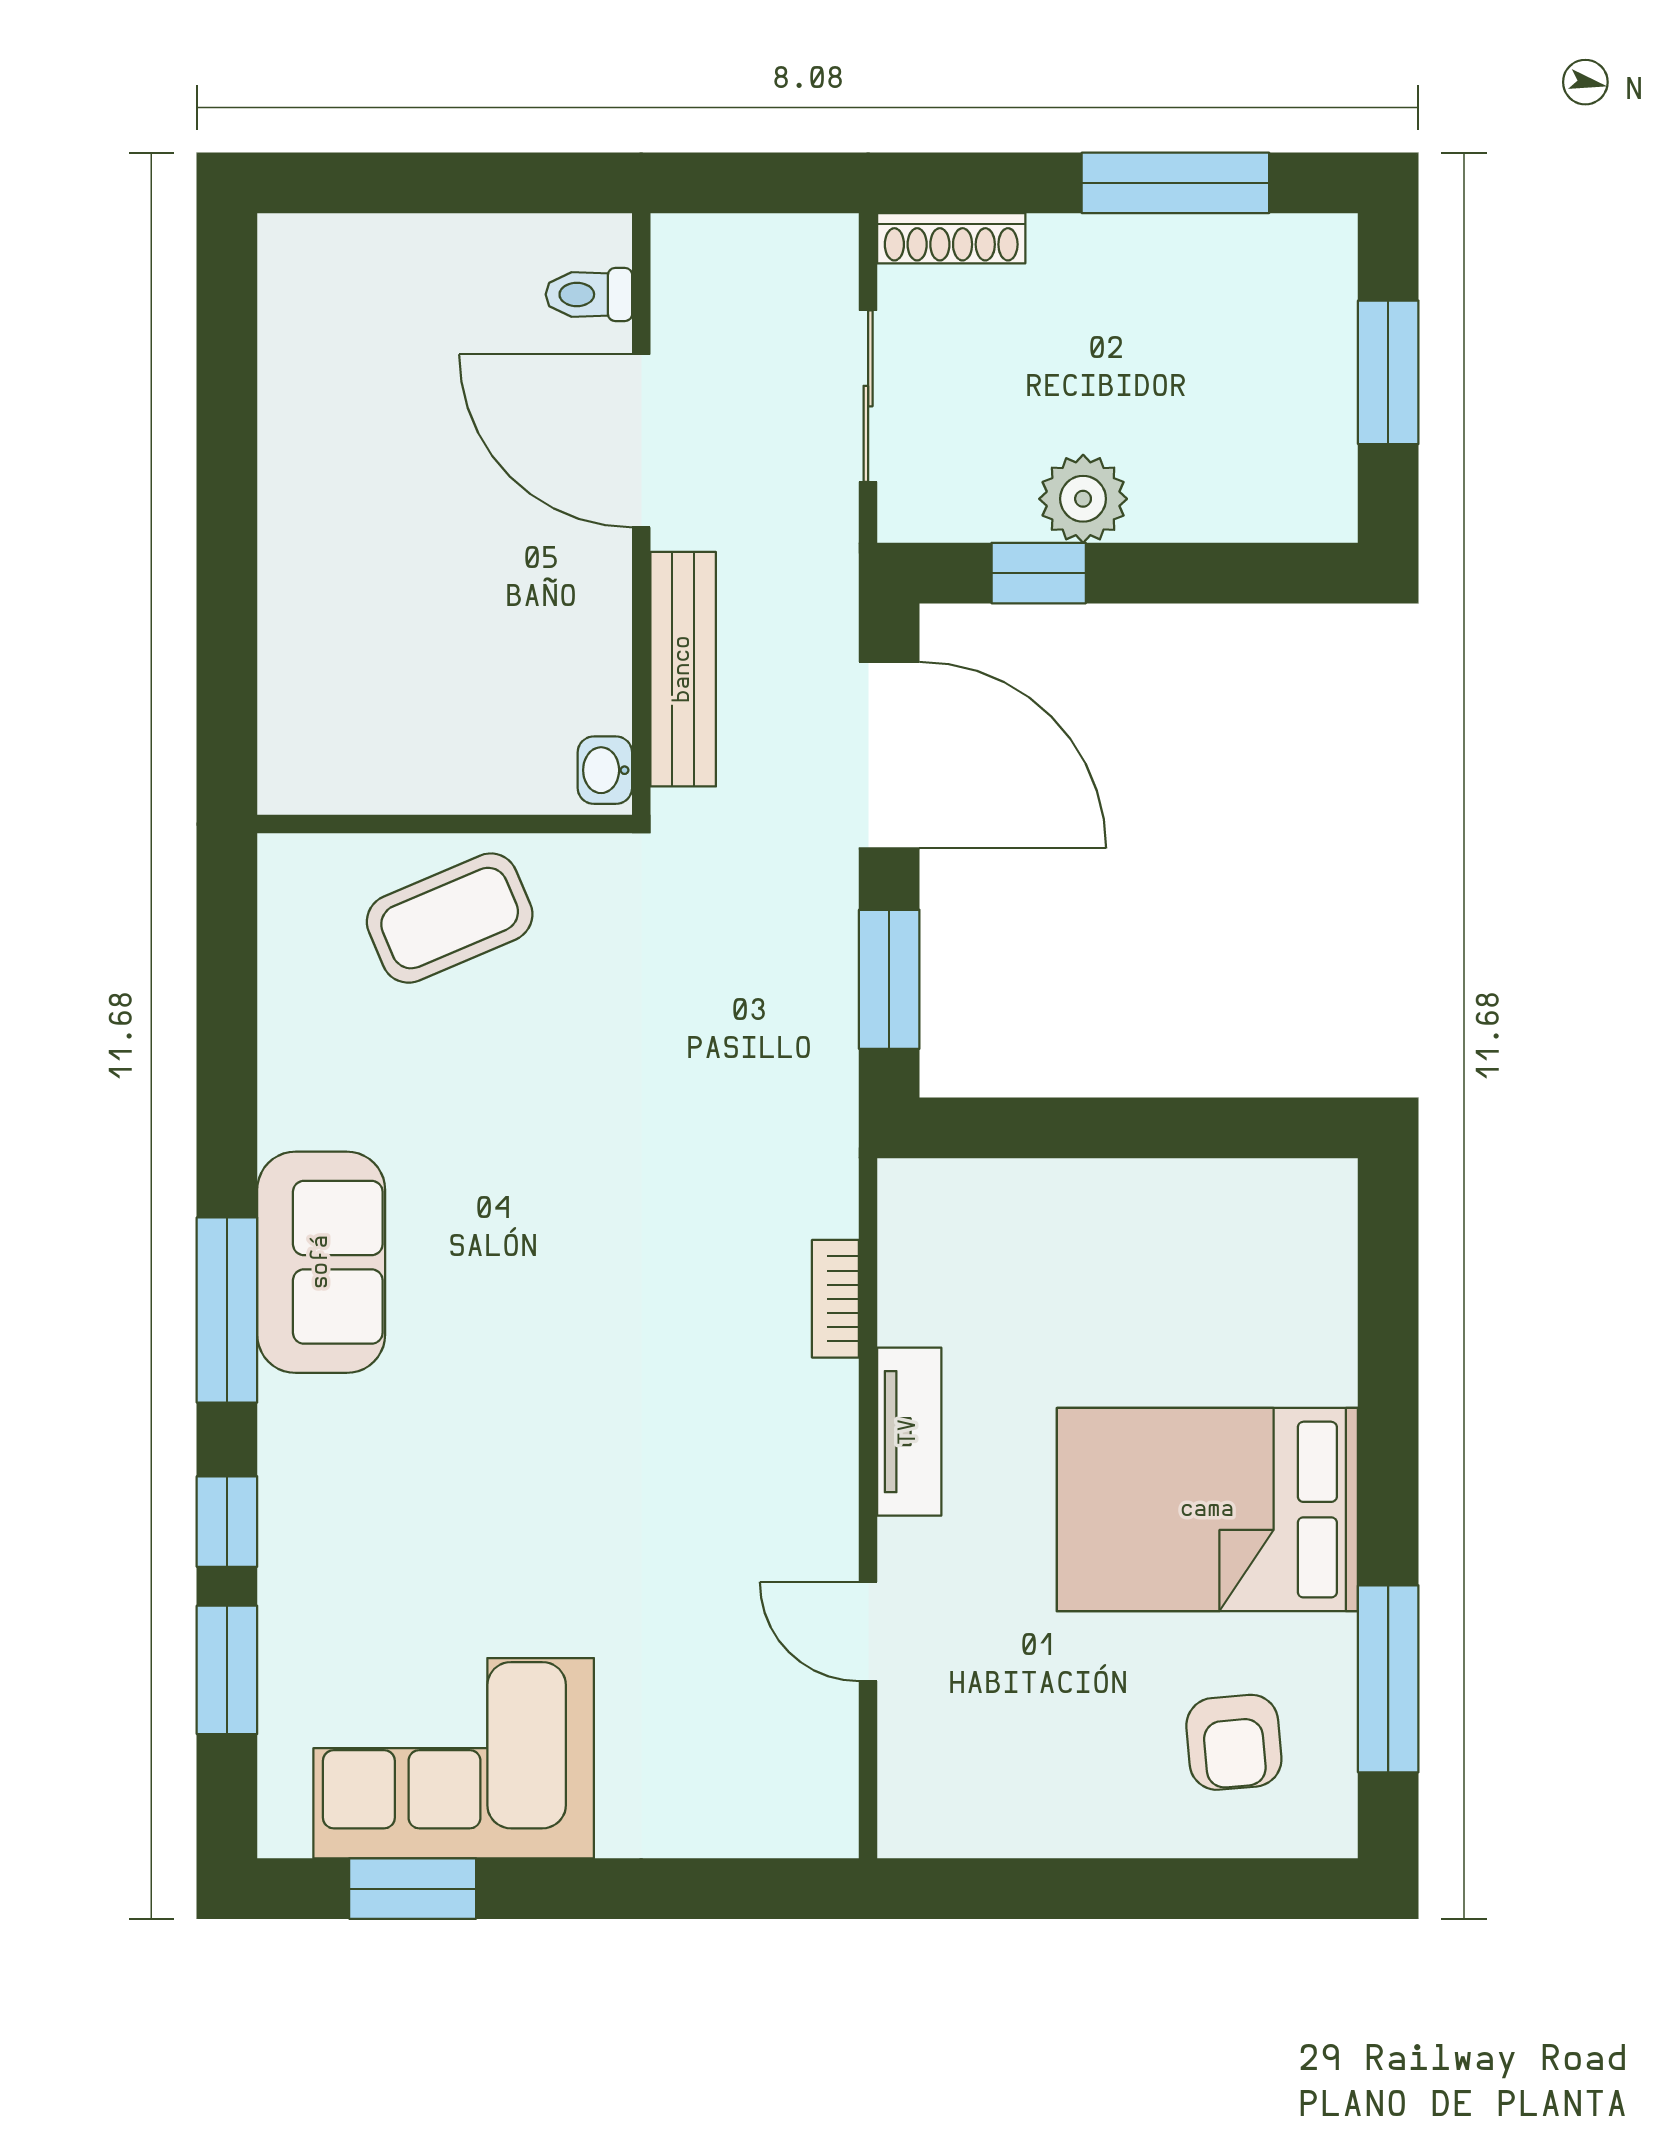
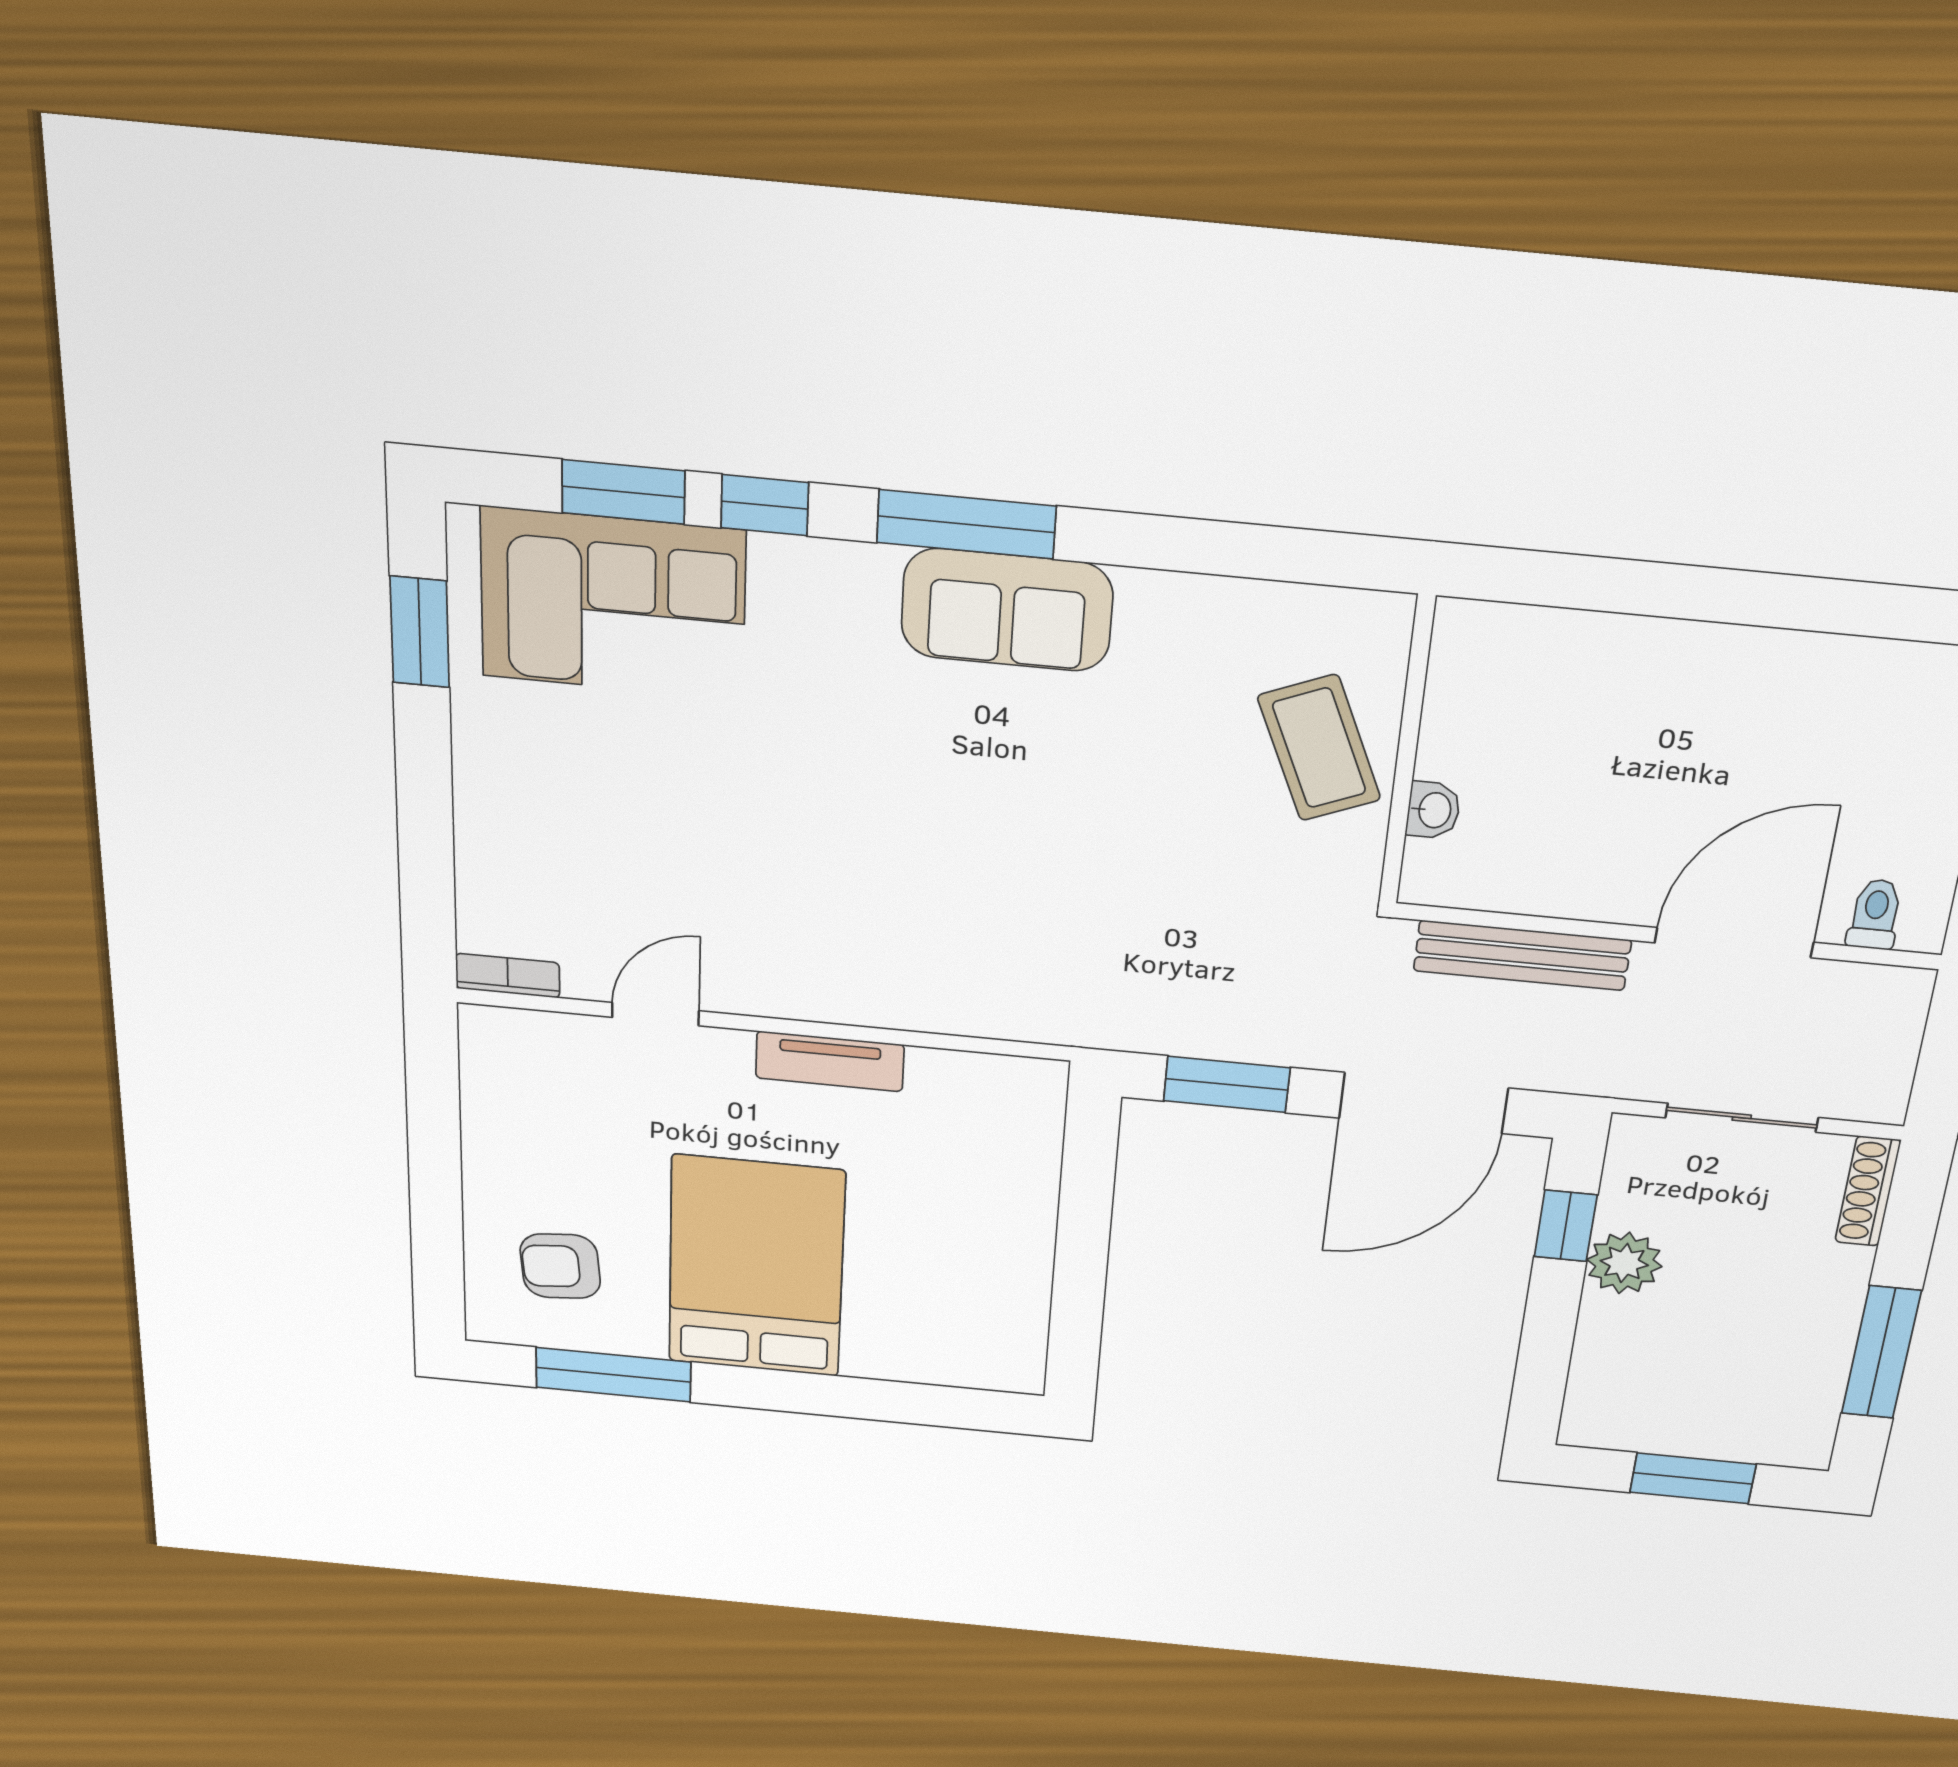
washbasin: (605, 770) -> (1433, 810), moved, turned 90
bookcase: (835, 1299) -> (508, 976), moved
corner sofa: (454, 1758) -> (613, 604), moved, turned 90

